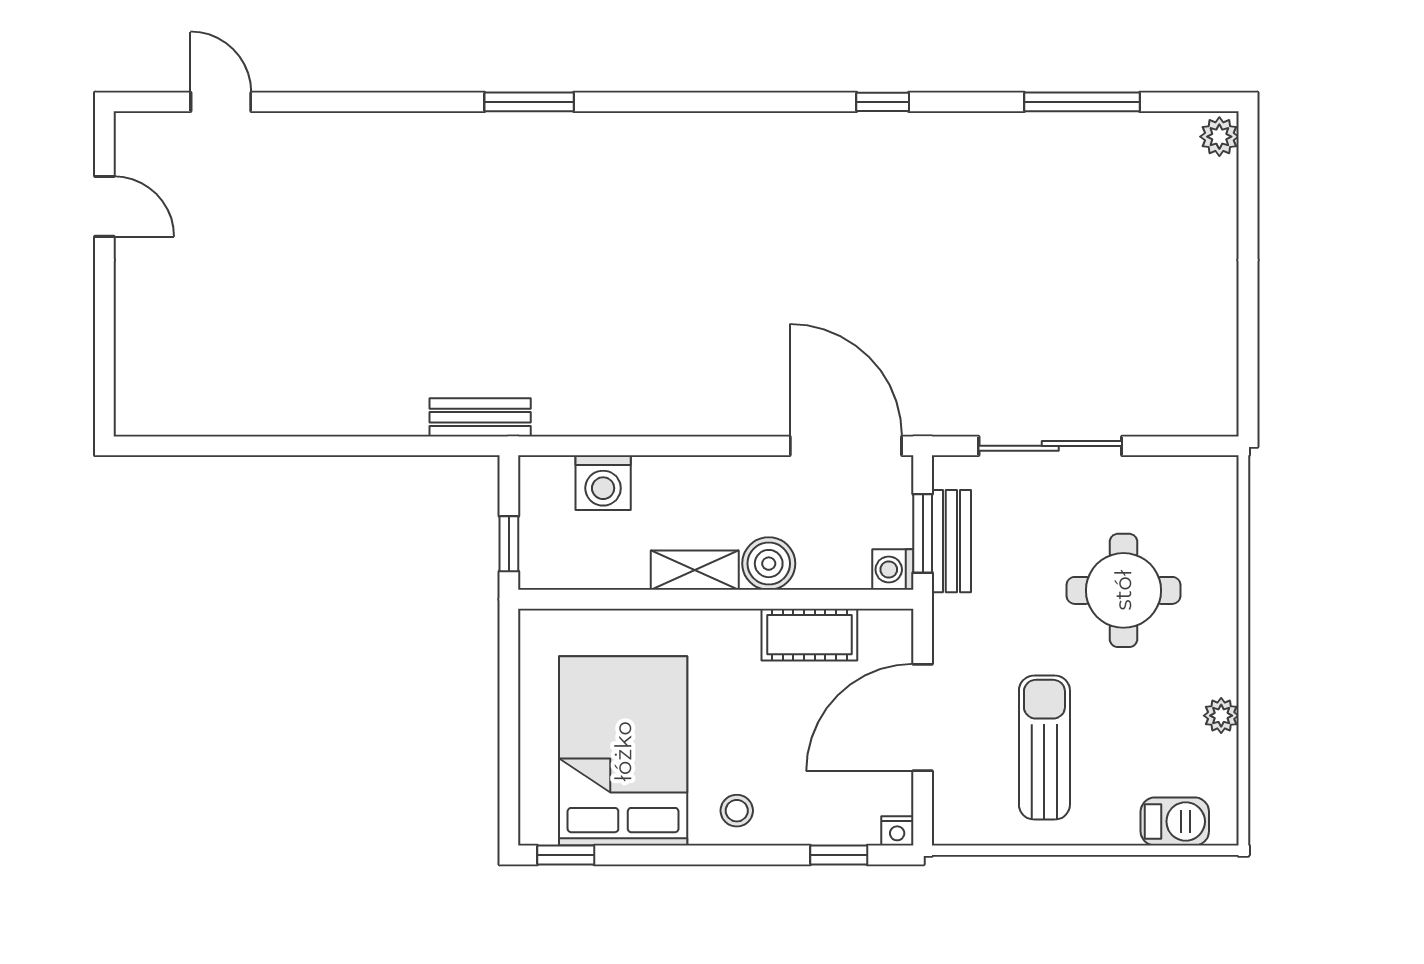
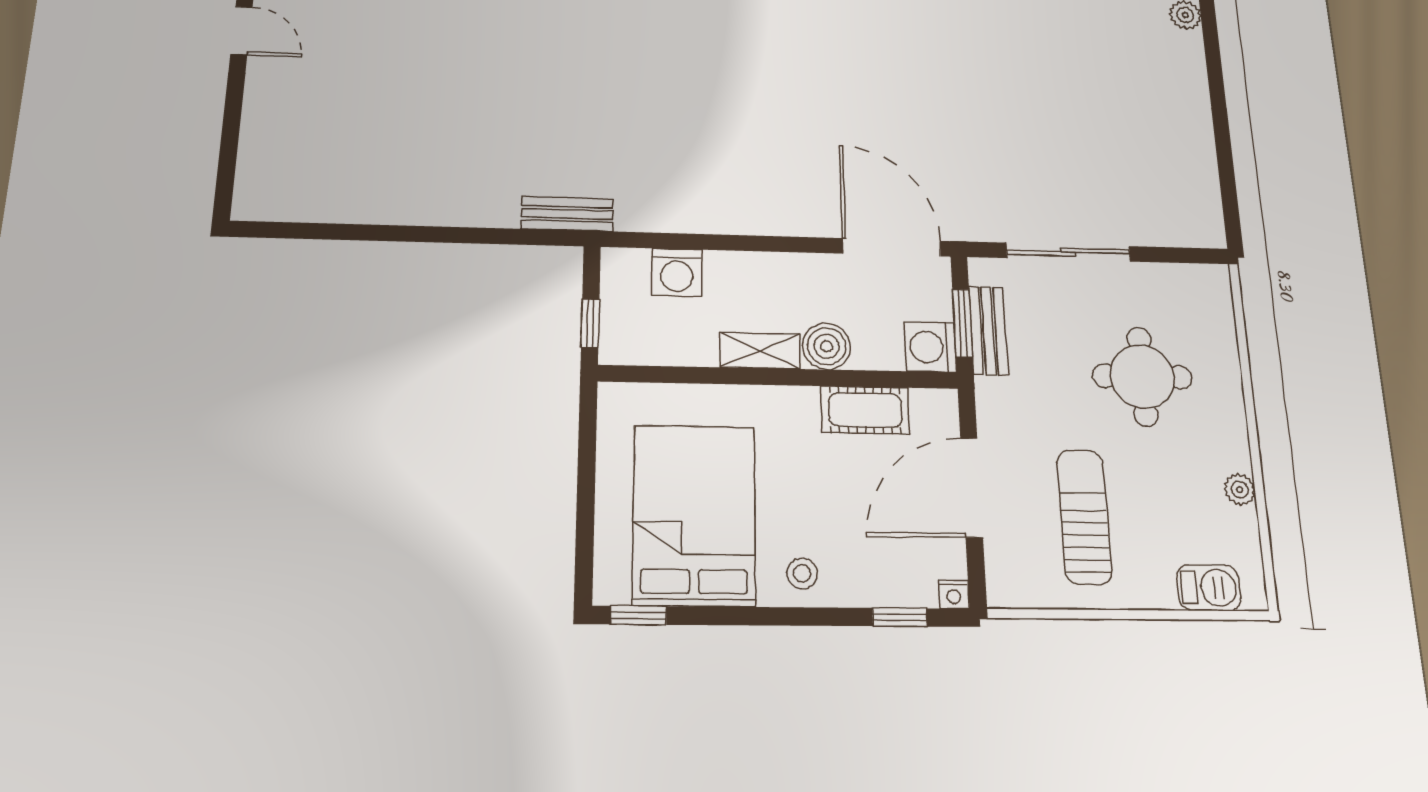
washing machine: (893, 570) -> (931, 347), width x1.38, depth x1.38

